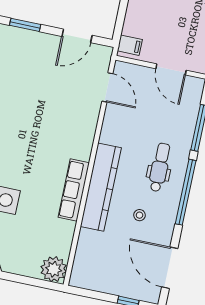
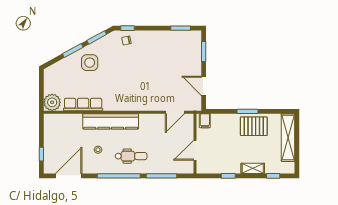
row of seats: (74, 190) -> (83, 105), moved

